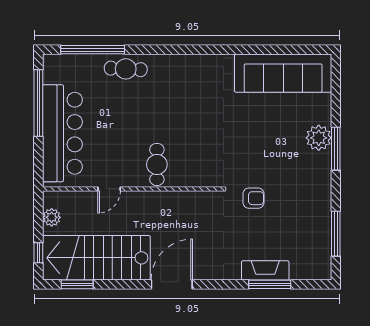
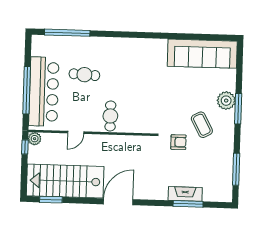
cafe table: (126, 69) -> (84, 75), moved
window: (38, 103) -> (27, 90), moved
coffee table: (286, 173) -> (202, 125), added
plant: (52, 217) -> (35, 139), moved
window: (38, 253) -> (25, 147), moved

